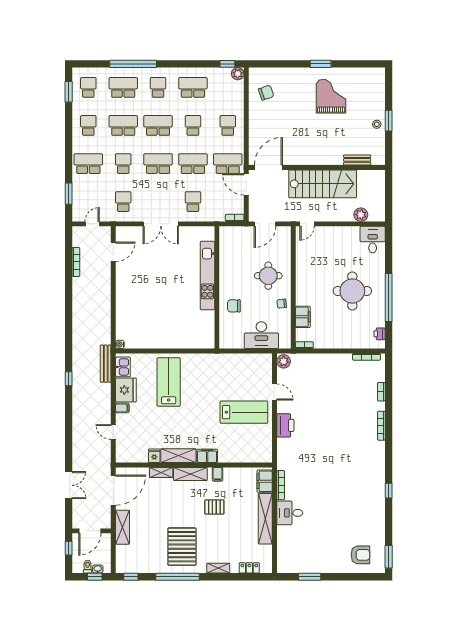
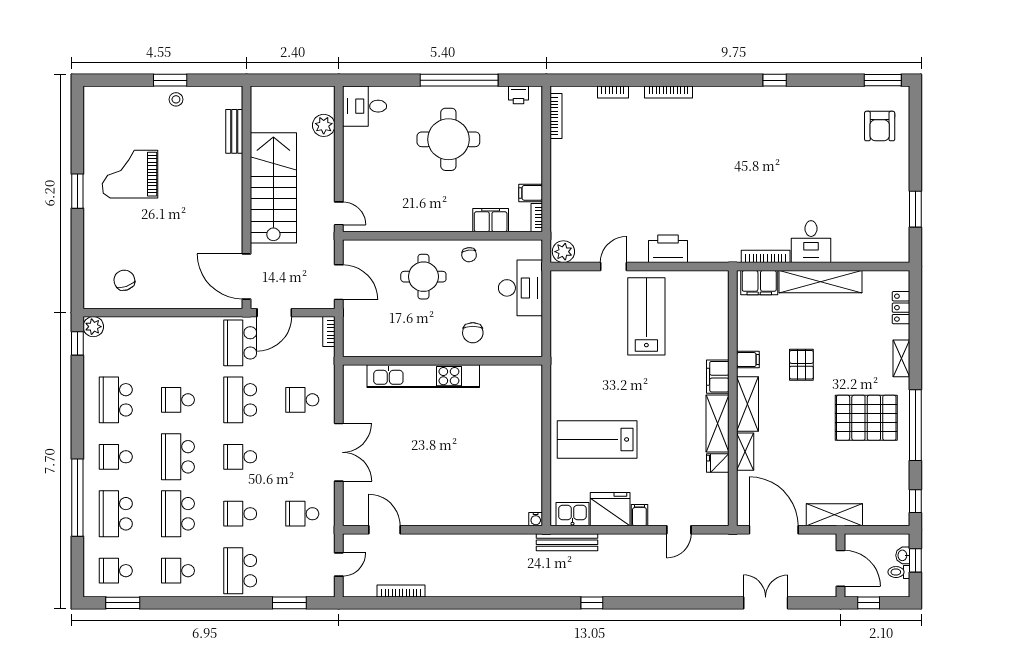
school desk: (228, 125) -> (178, 343), removed
school desk: (158, 164) -> (240, 457), width x0.54
door: (92, 224) -> (339, 565), swing flipped
filing cabinet: (320, 341) -> (531, 193), added
armchair: (360, 555) -> (880, 126), turned 180

